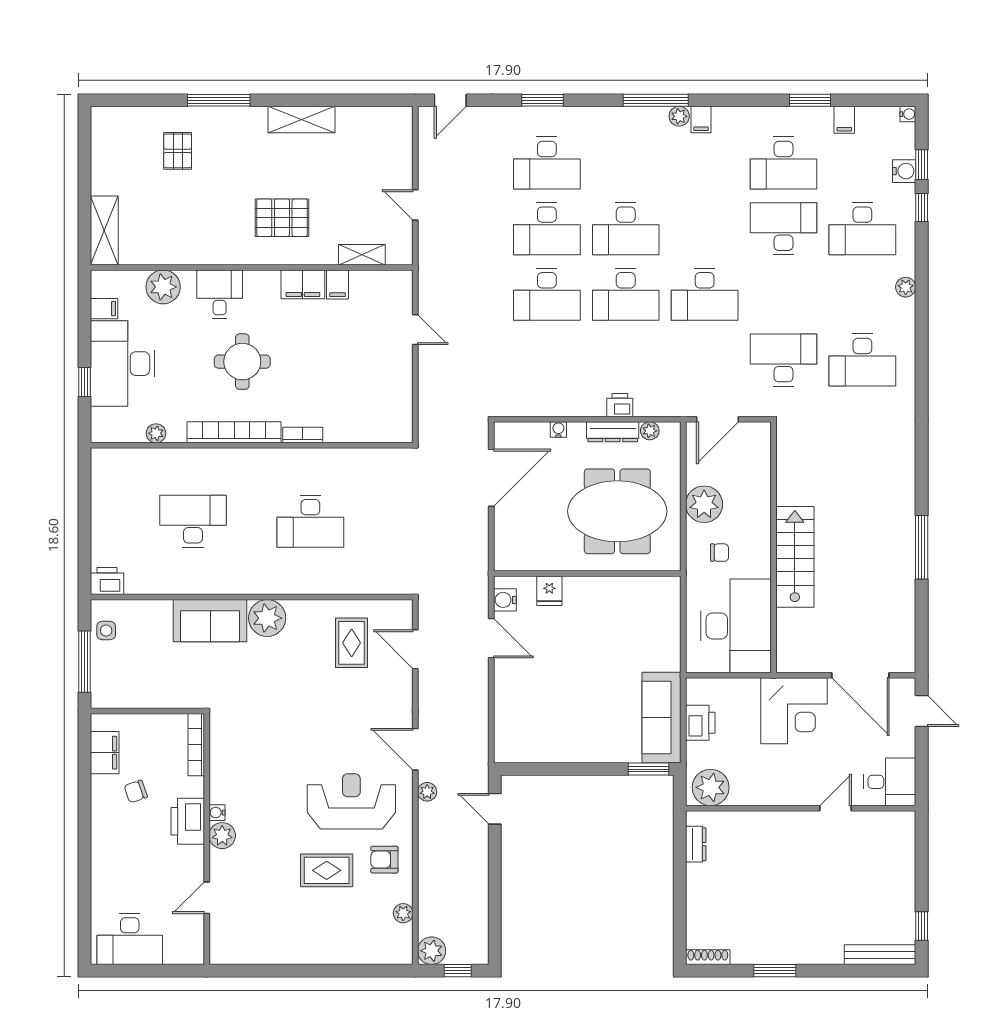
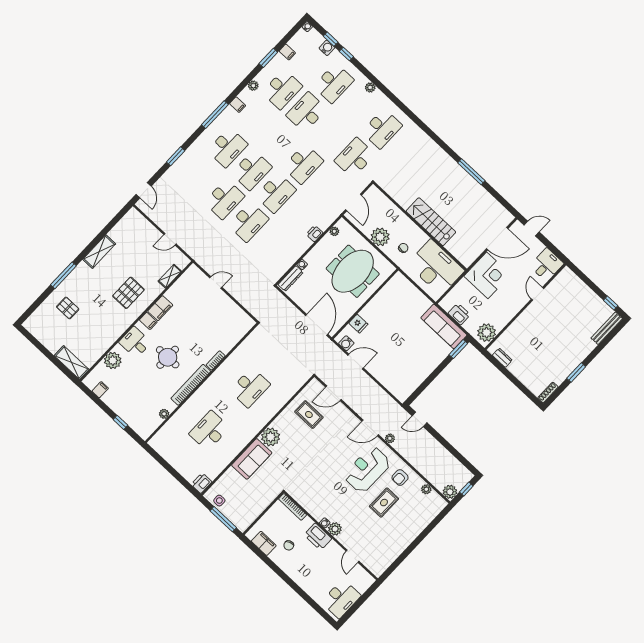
plant: (679, 116) -> (253, 86), moved
desk: (547, 163) -> (228, 147), moved
filing cabinet: (338, 284) -> (148, 321), moved
desk: (123, 364) -> (127, 402), removed
dresser: (613, 432) -> (291, 279), moved
door: (491, 478) -> (317, 325), moved

